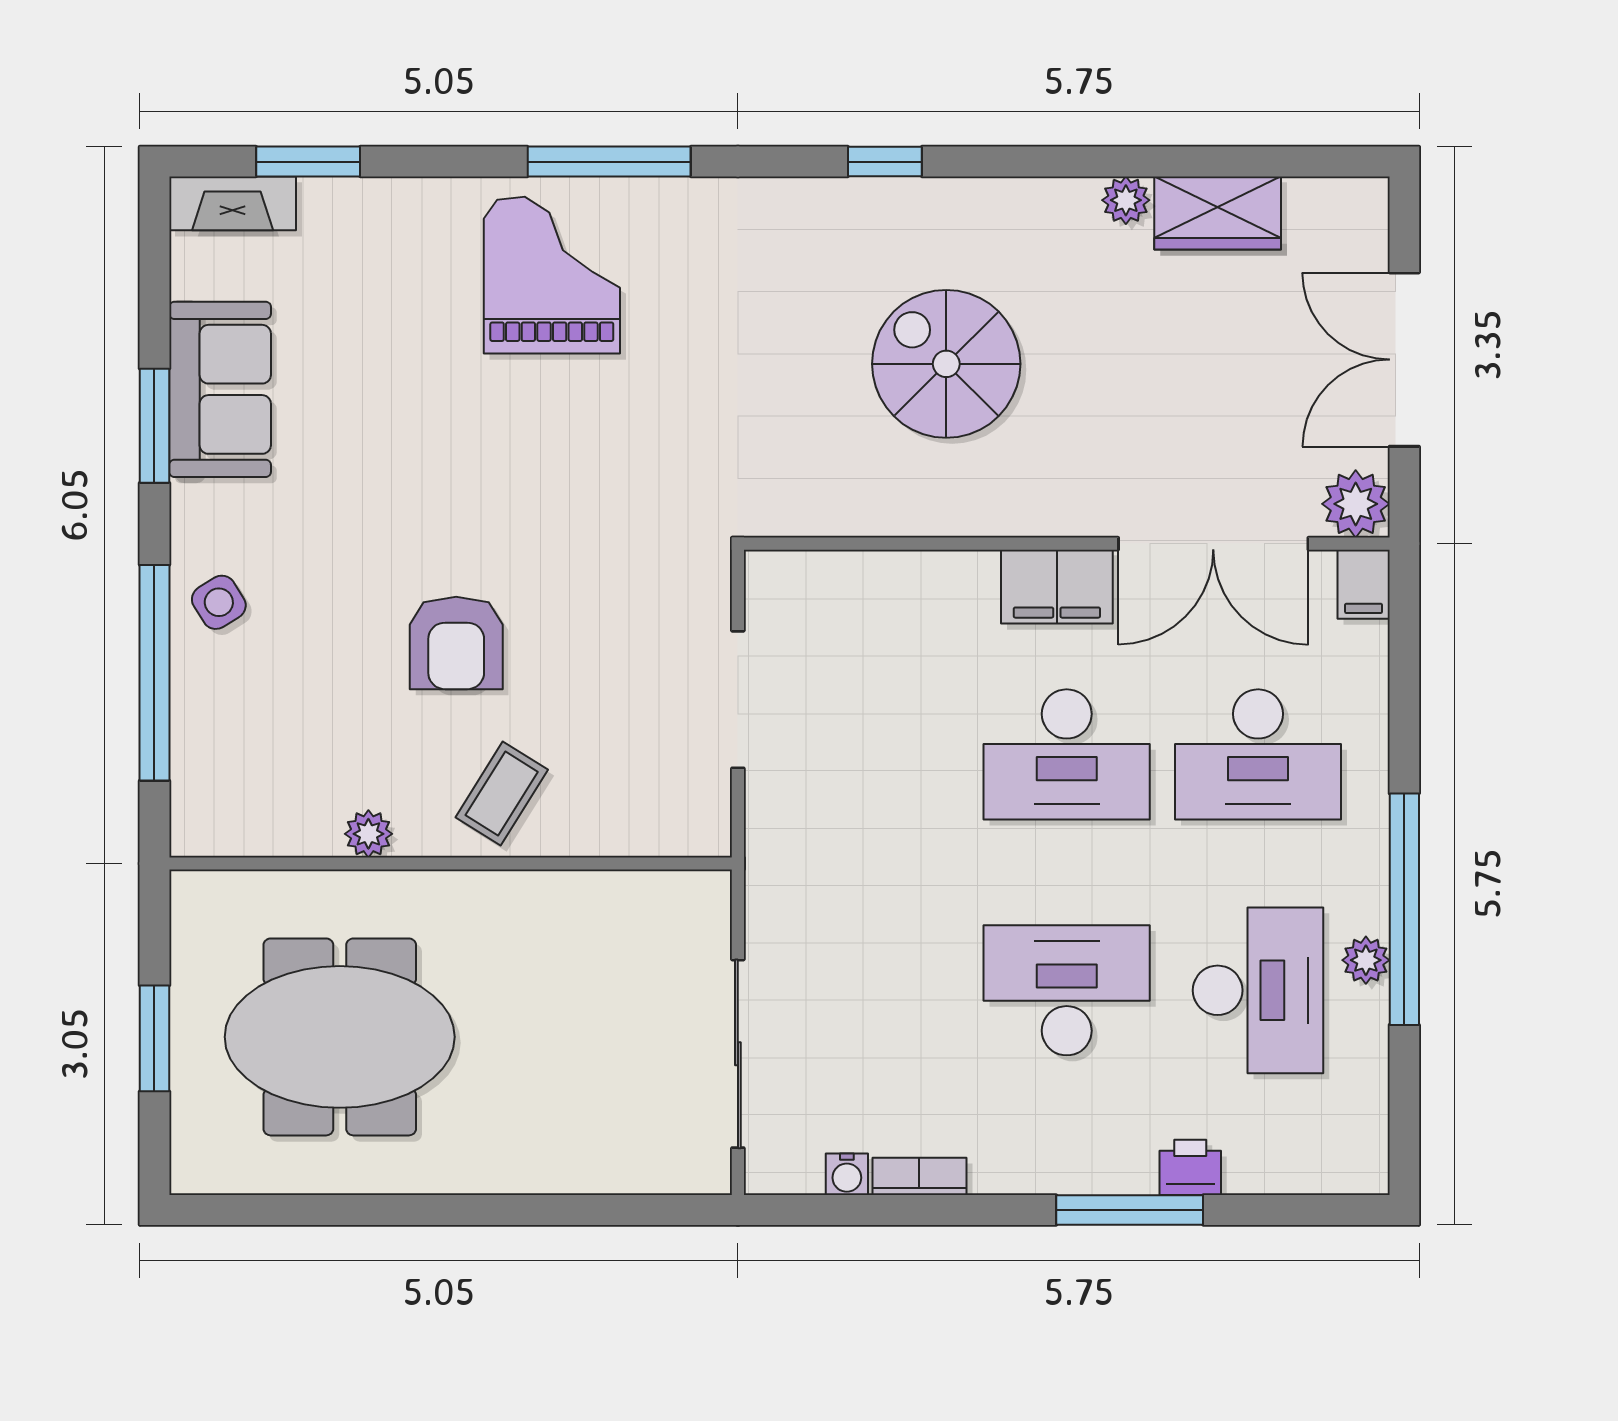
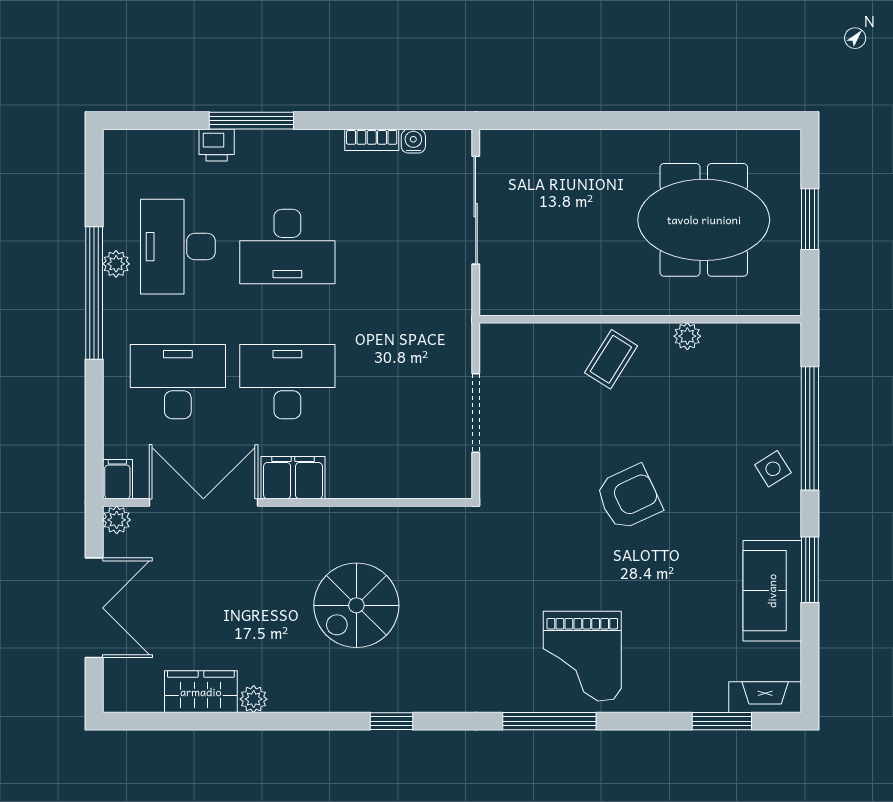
spiral stairs: (946, 364) -> (356, 605), turned 90
plant: (1356, 504) -> (117, 520), width x0.73, depth x0.73
armchair: (456, 643) -> (629, 497), moved, turned 65

